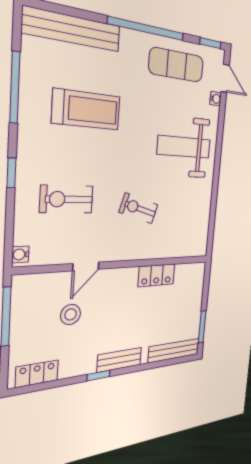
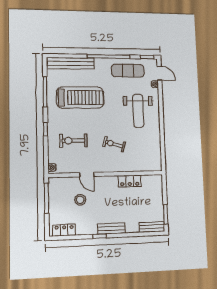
treadmill: (87, 110) -> (80, 98), width x1.37, depth x1.38
weight bench: (184, 147) -> (138, 111), turned -90
door: (86, 266) -> (87, 175), hinge flipped
bench: (174, 350) -> (152, 227), width x0.73

